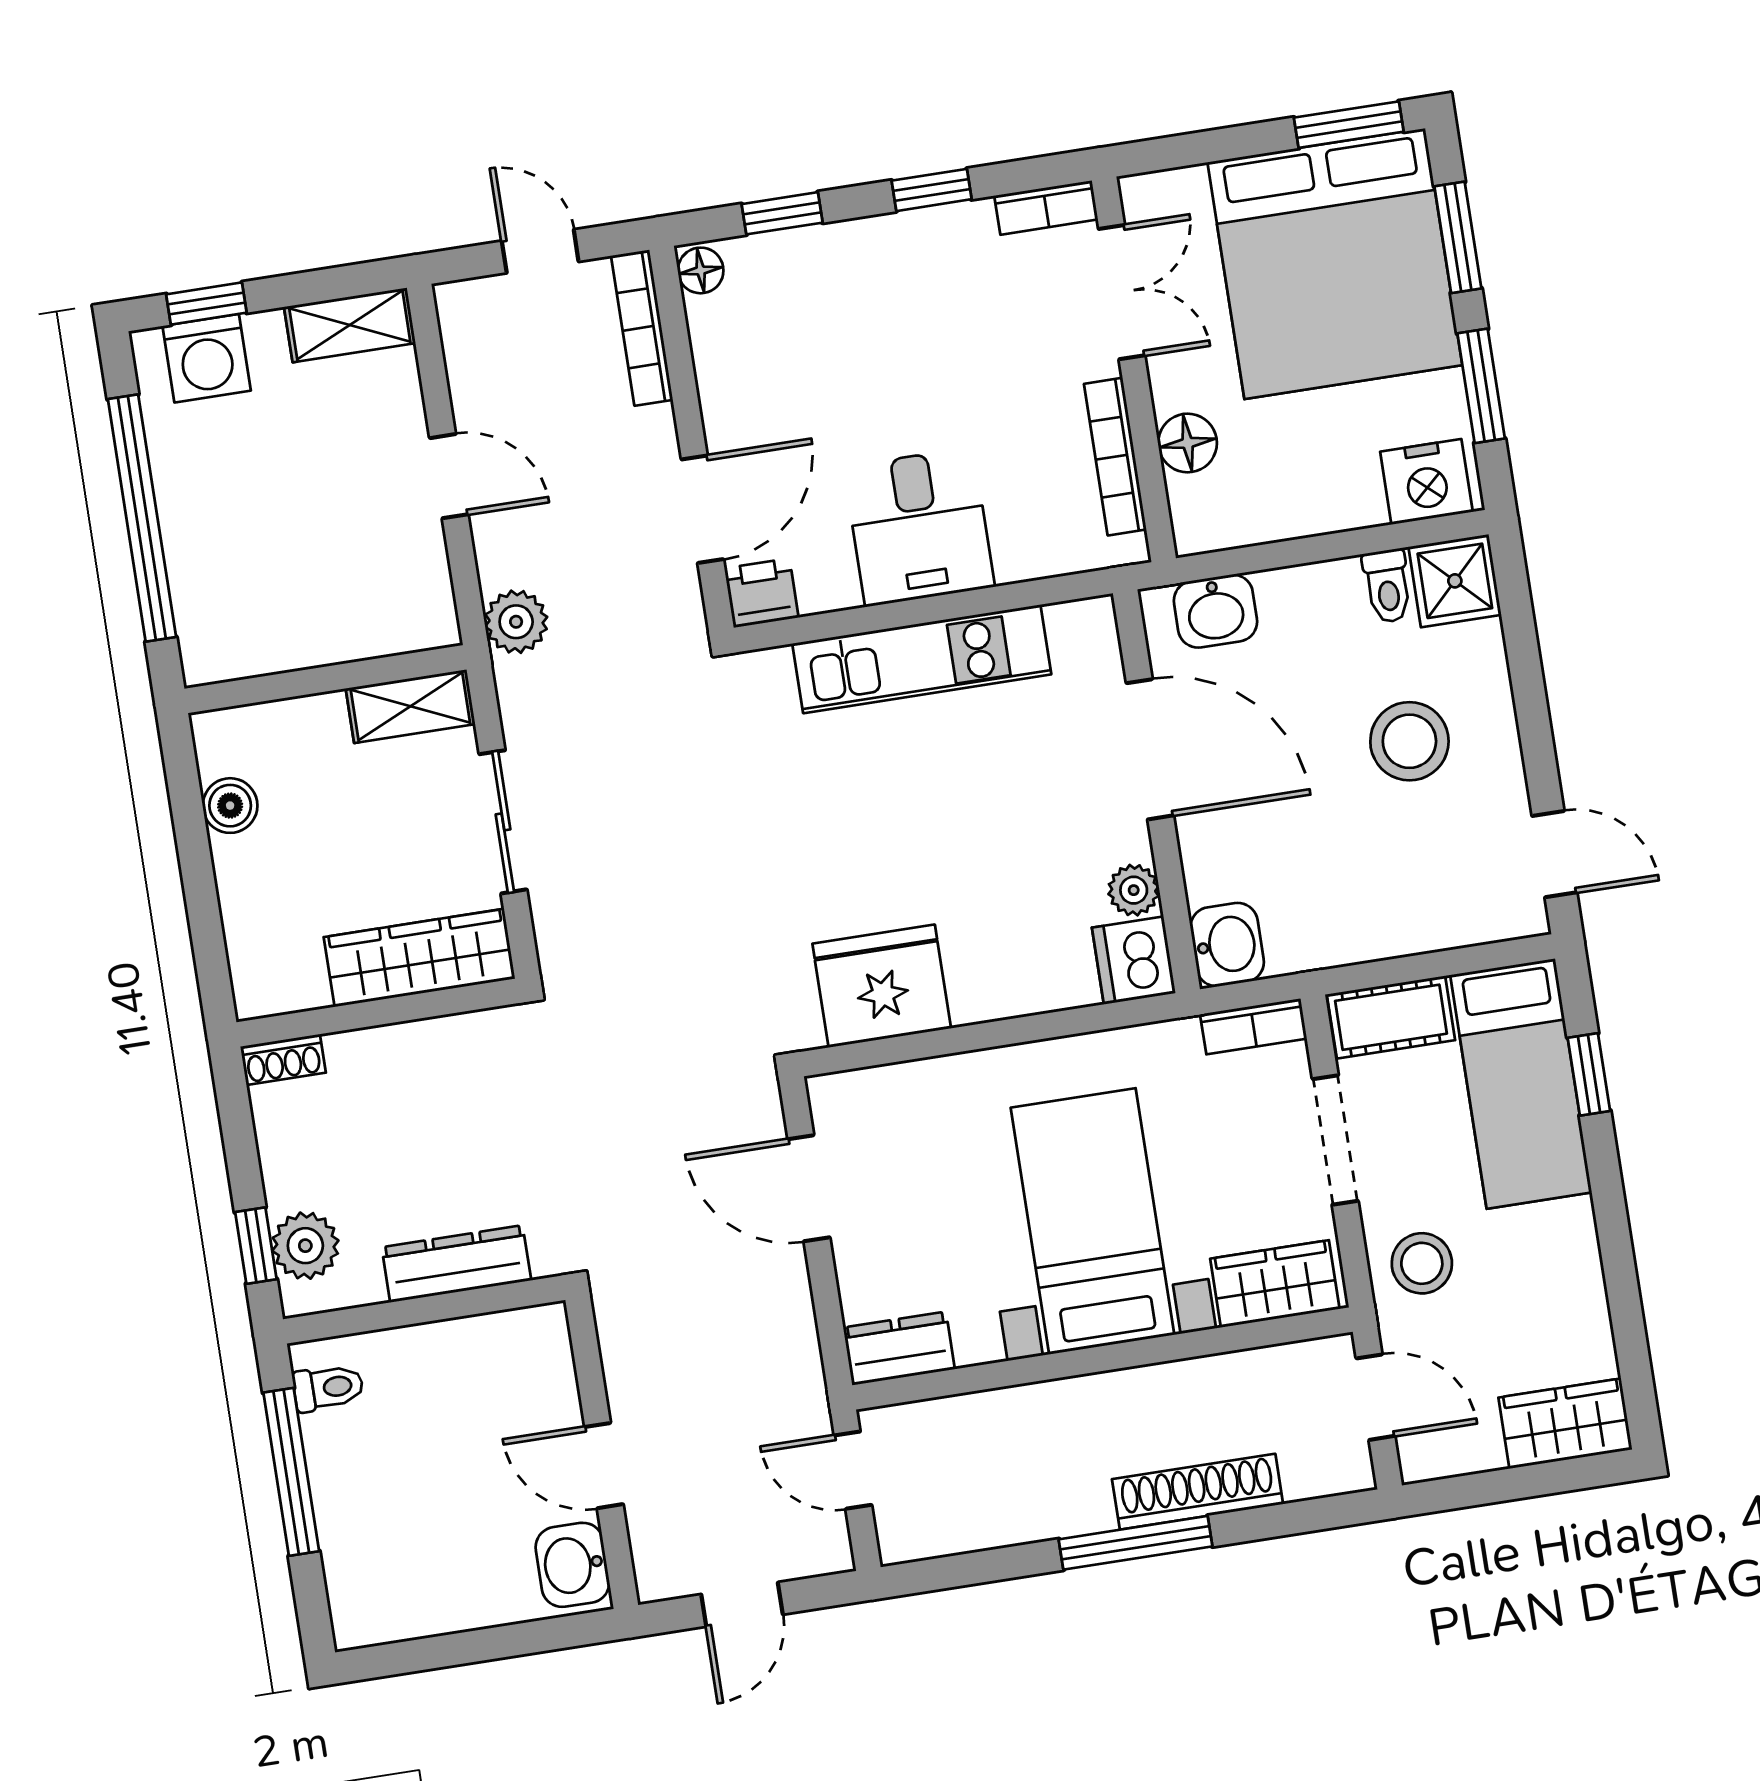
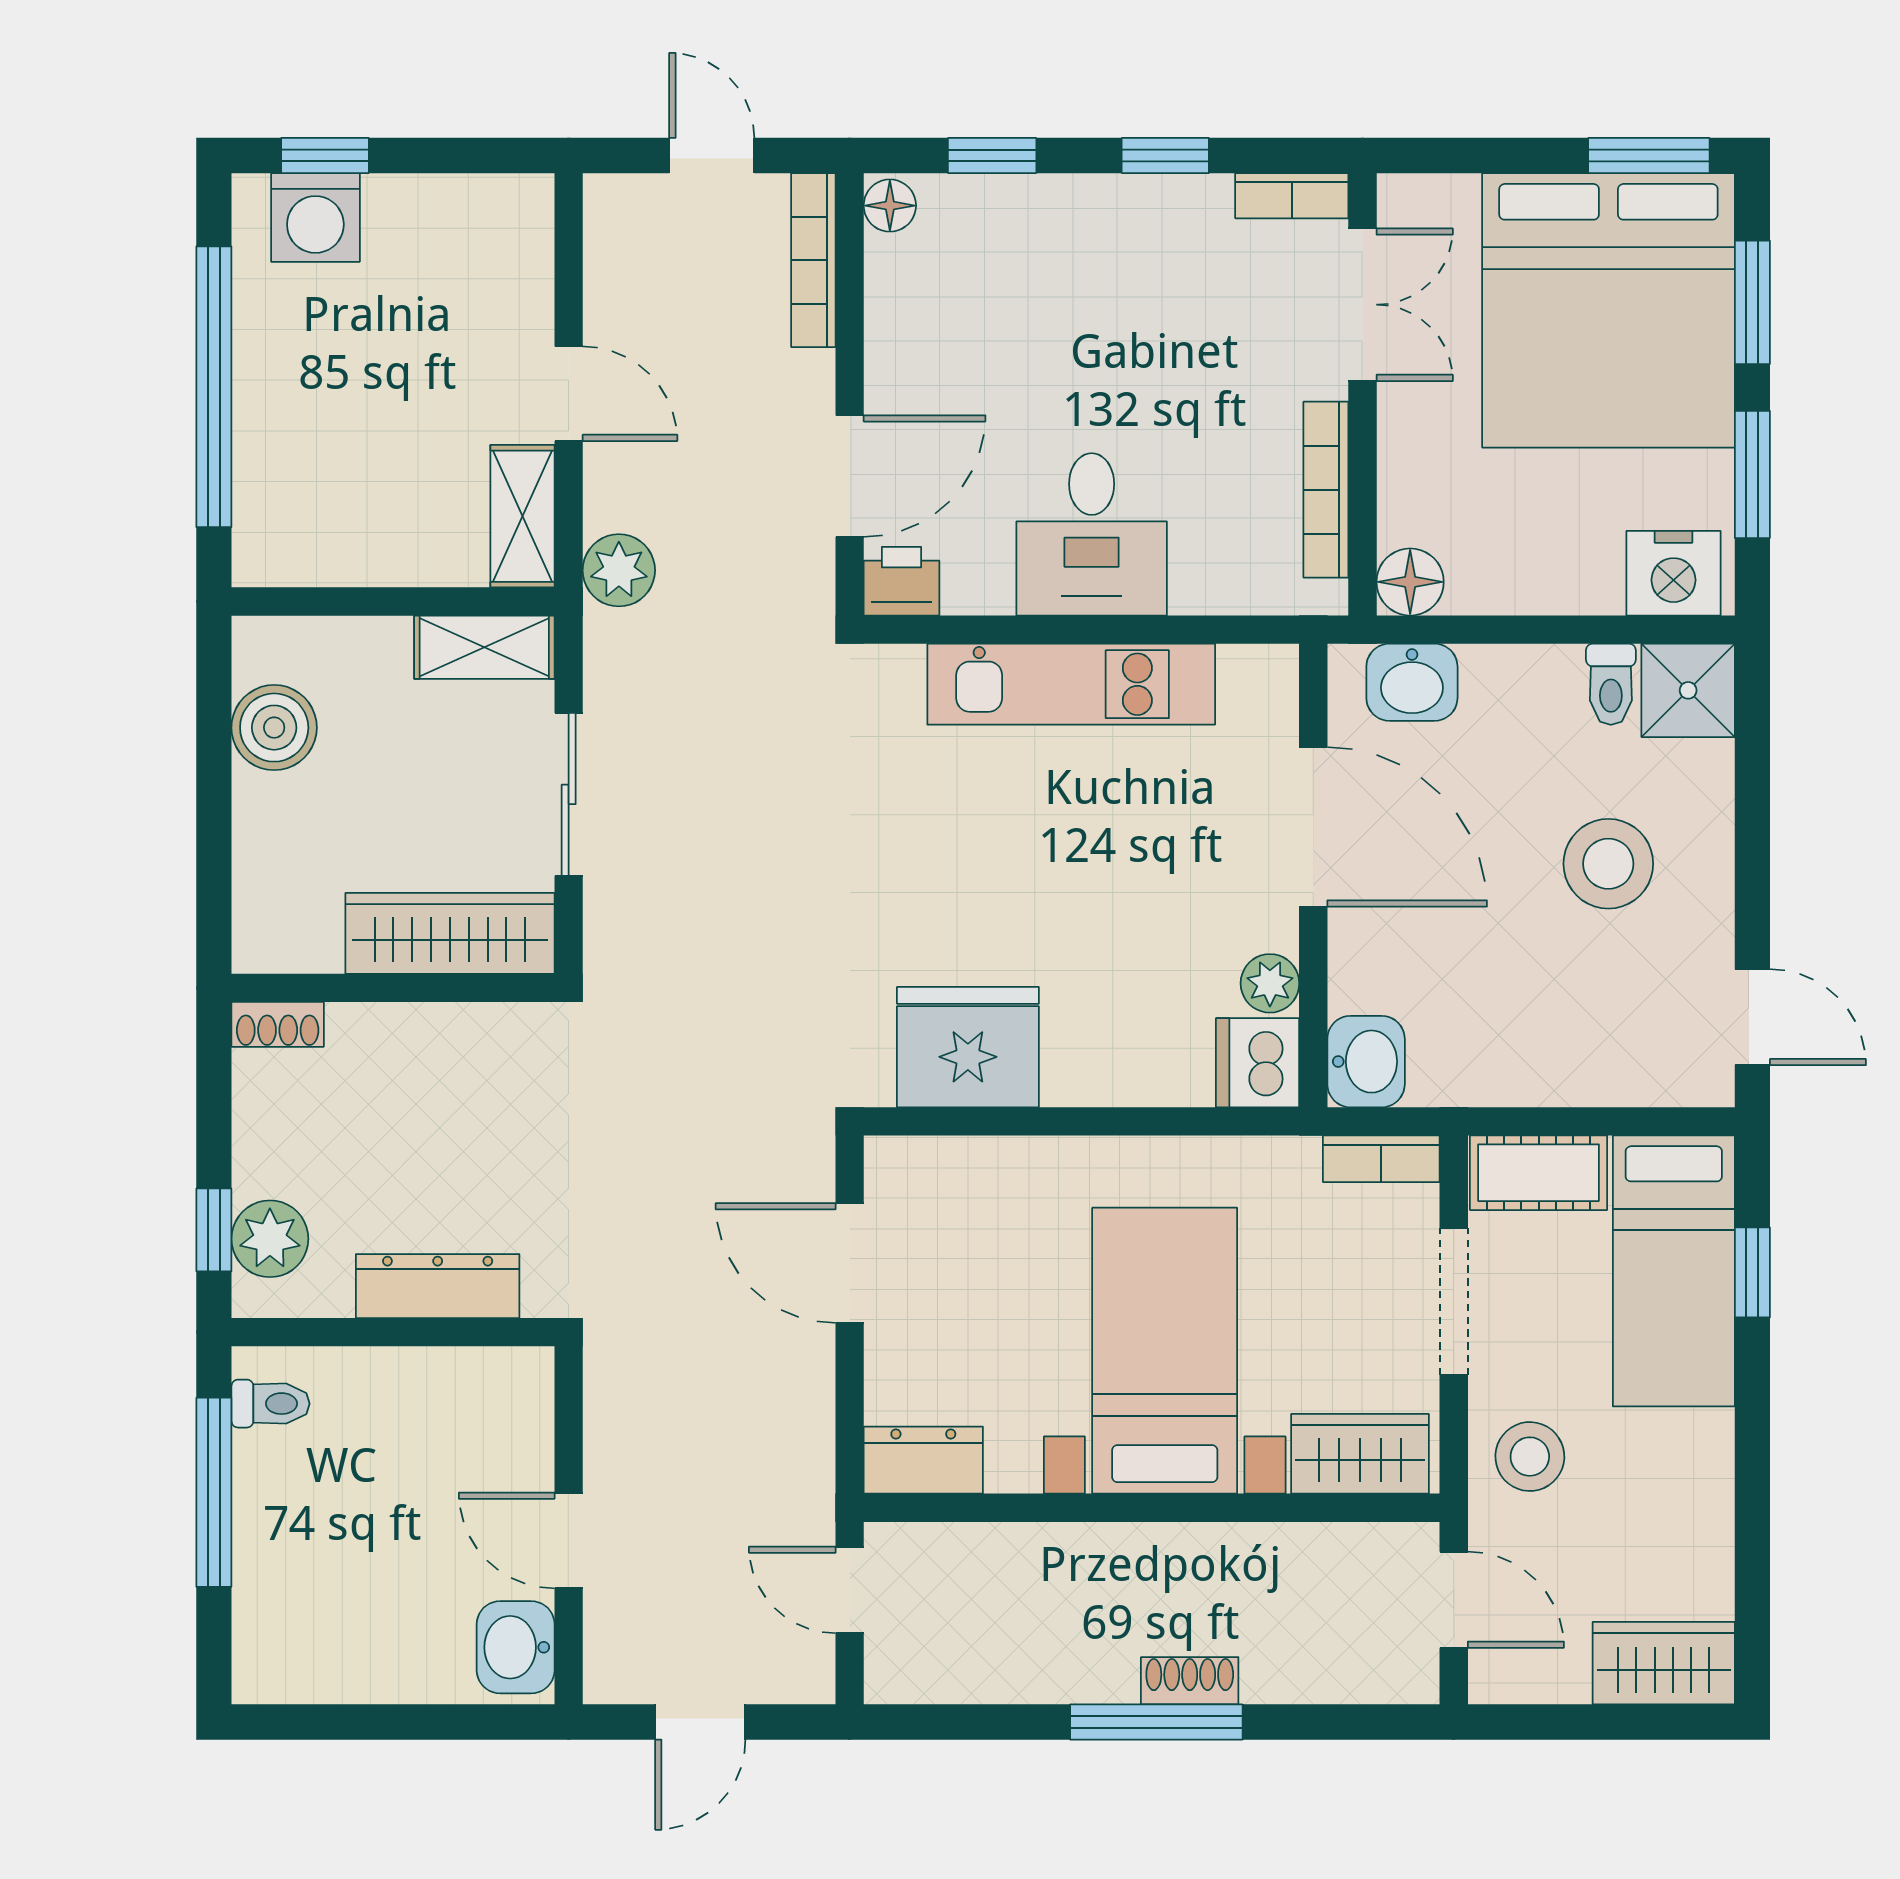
shelving: (350, 325) -> (523, 516), moved, turned 90
floor lamp: (1188, 443) -> (1410, 582), moved
boiler: (230, 806) -> (274, 728), width x1.36, depth x1.36
shoe rack: (1198, 1492) -> (1190, 1681), width x0.51, depth x0.81

